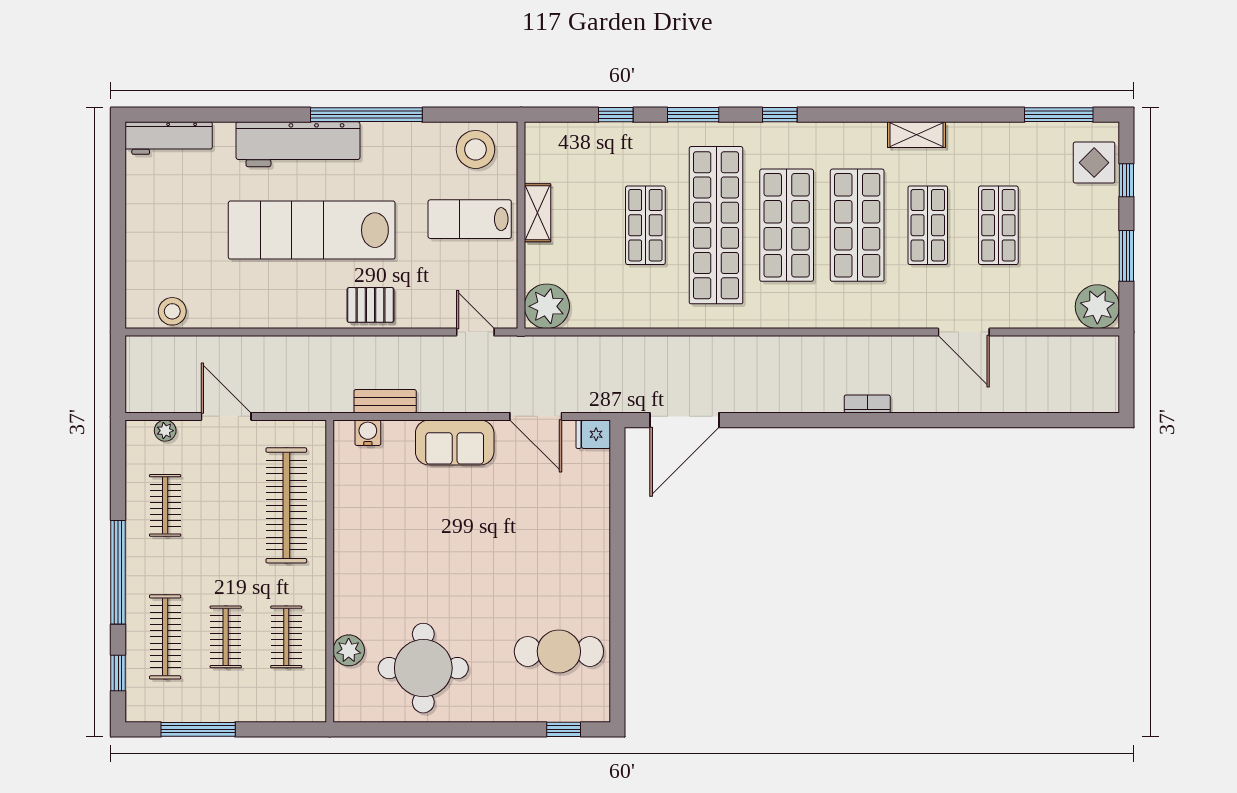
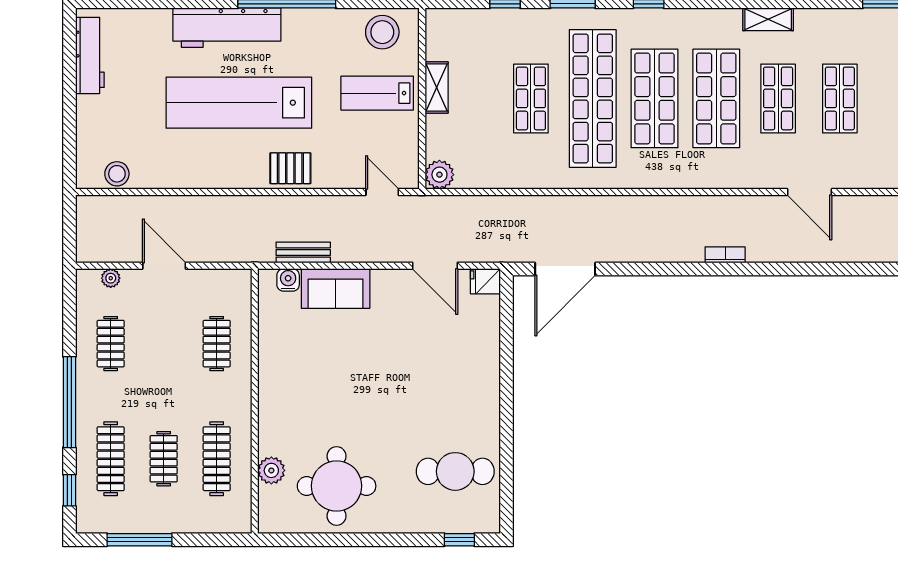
workbench: (169, 138) -> (90, 55), moved, turned -90
plant: (547, 306) -> (439, 175), width x0.73, depth x0.73
sofa: (455, 442) -> (336, 289), moved
clothes rail: (286, 505) -> (217, 344), width x0.54, depth x0.76
clothes rail: (286, 637) -> (217, 459), width x1.36

